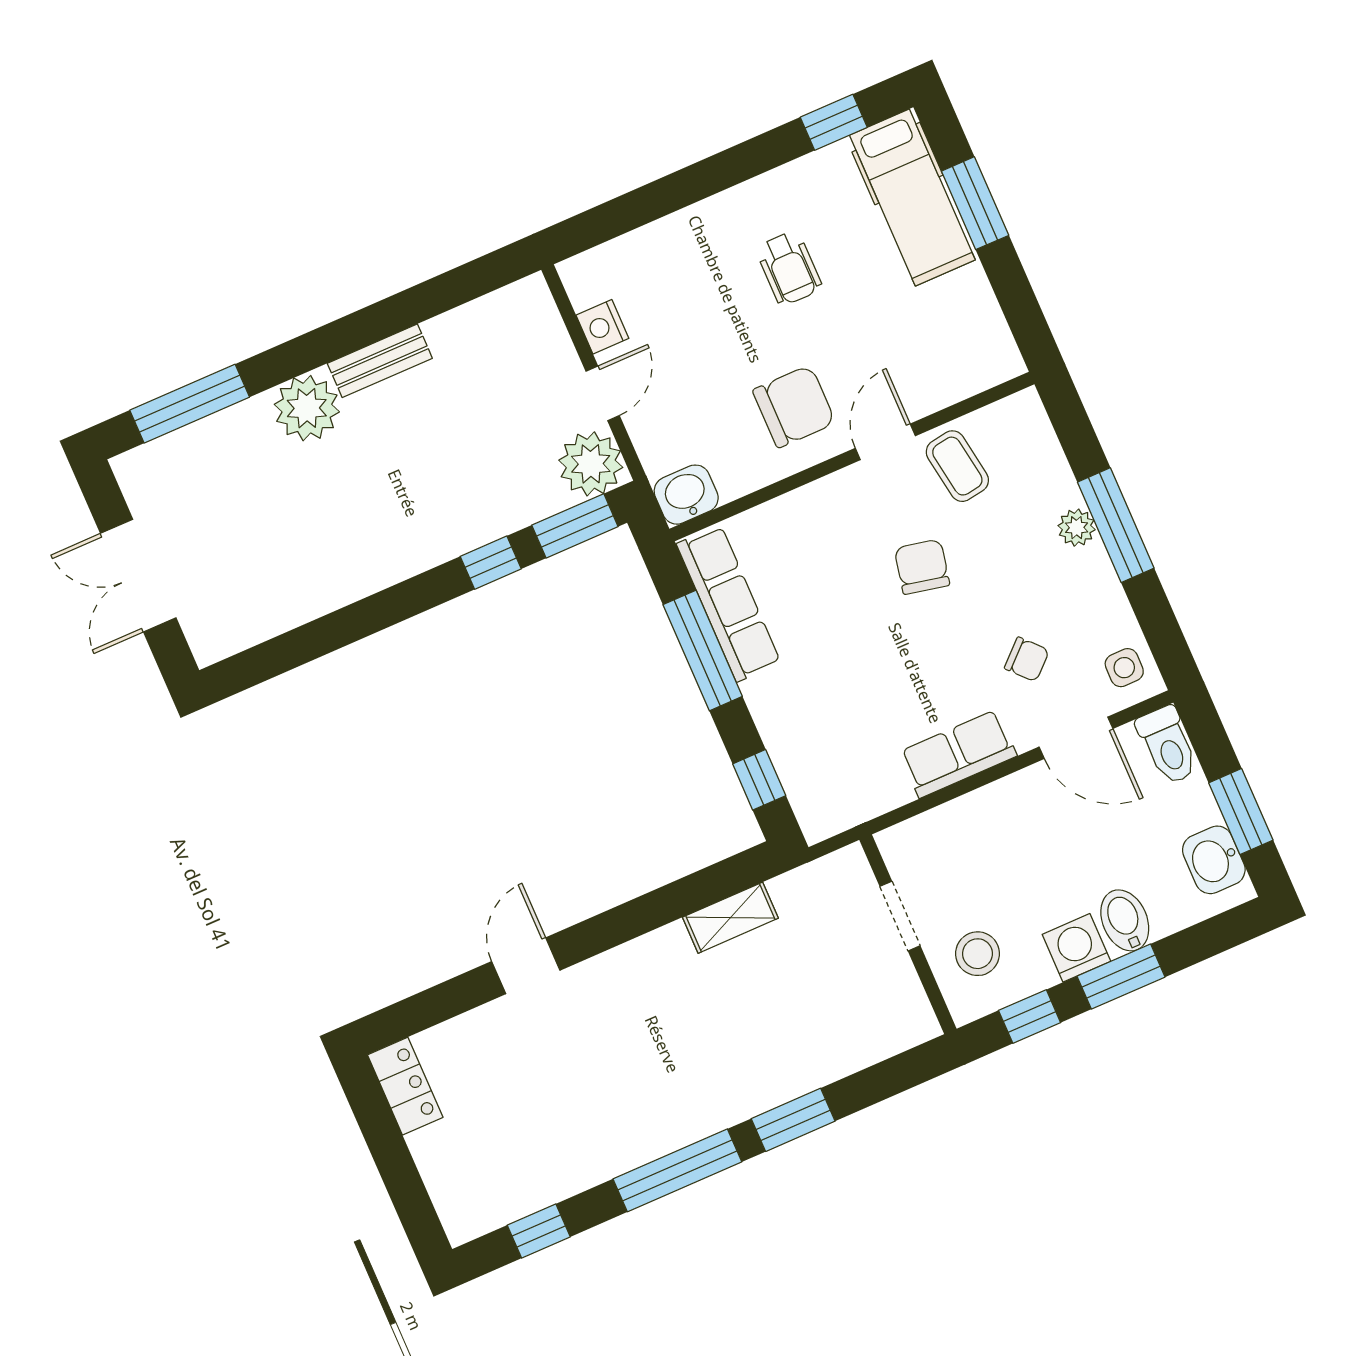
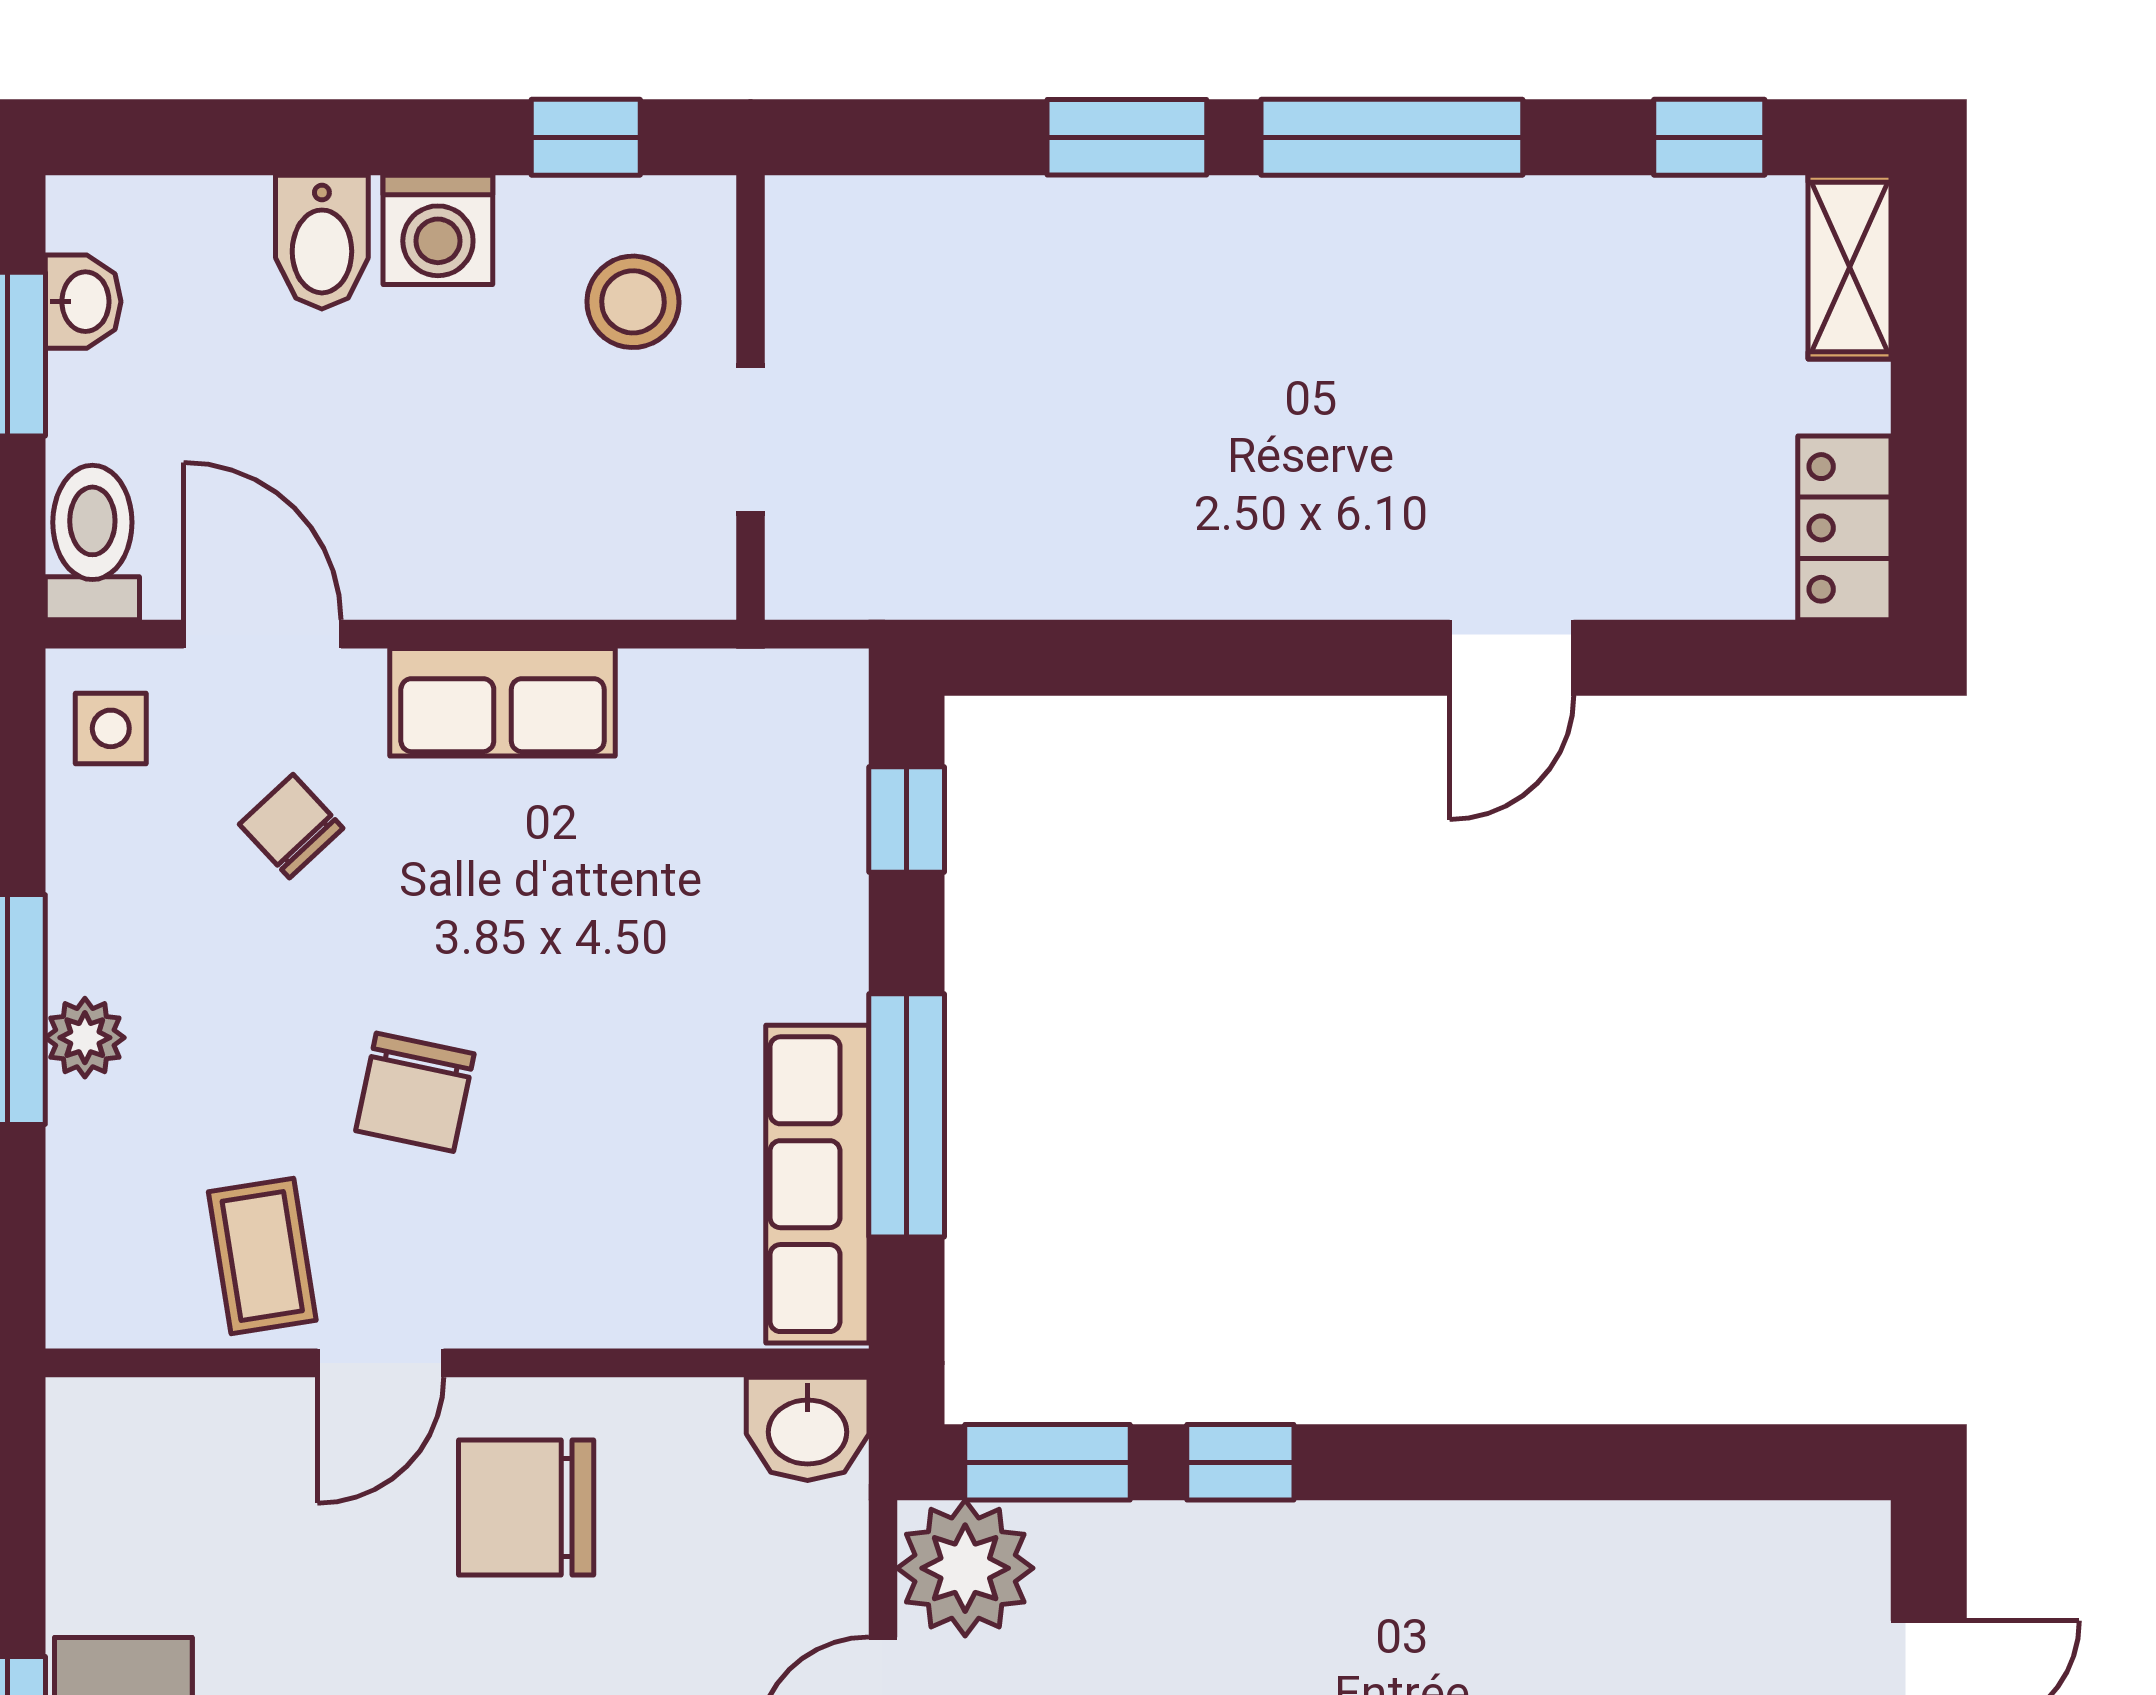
washbasin: (1214, 860) -> (83, 302), width x0.72, depth x0.69
shelving: (730, 918) -> (1850, 267), moved, turned 90
window: (1121, 977) -> (376, 137), removed

